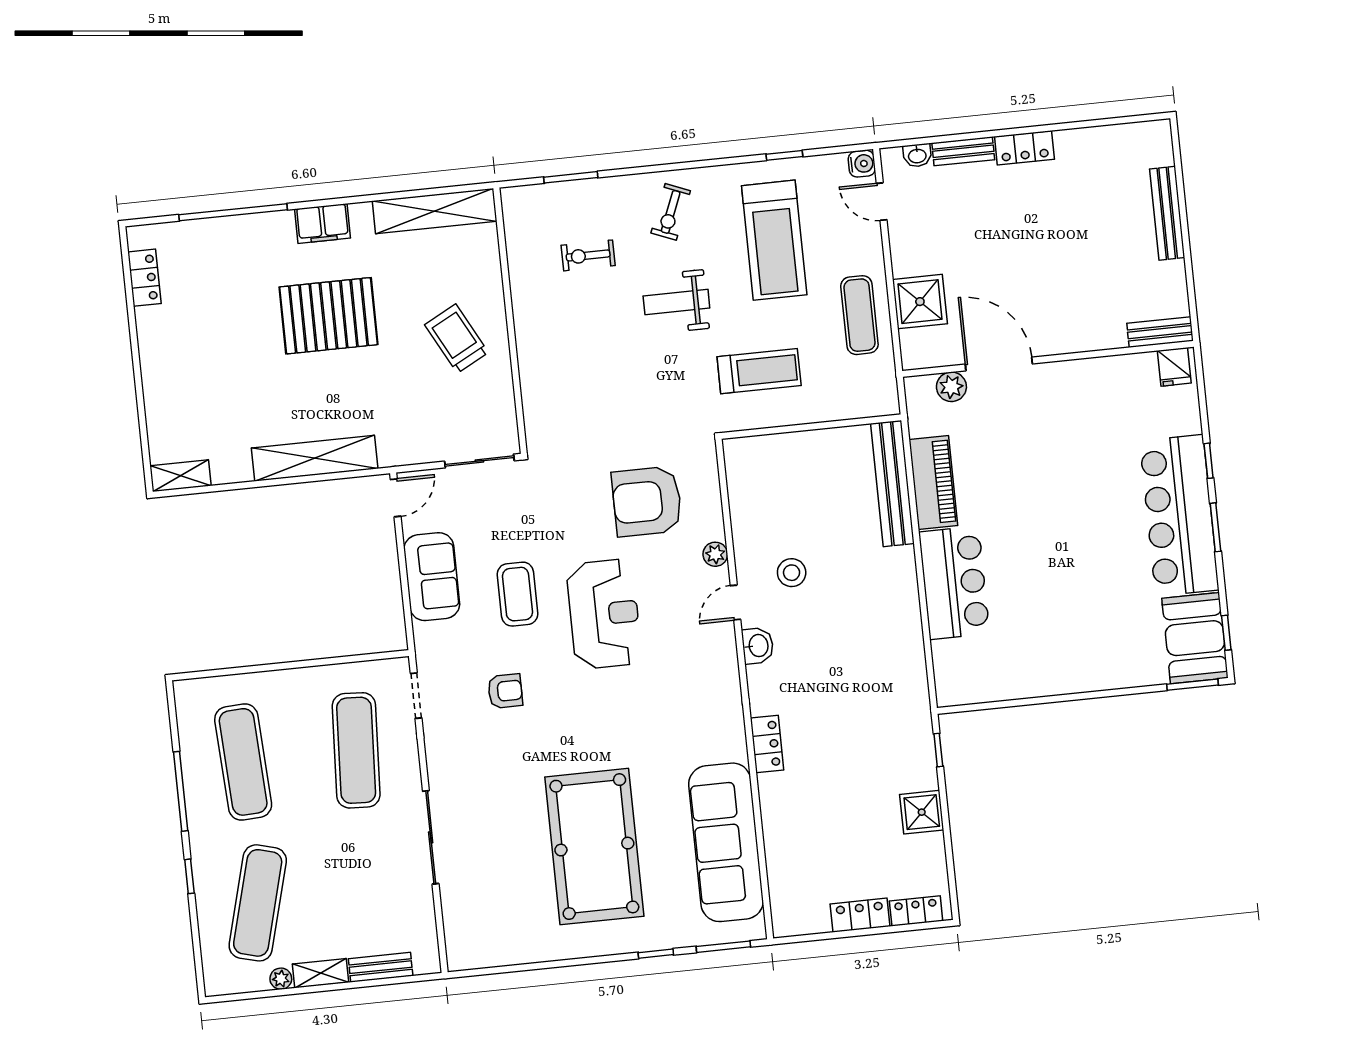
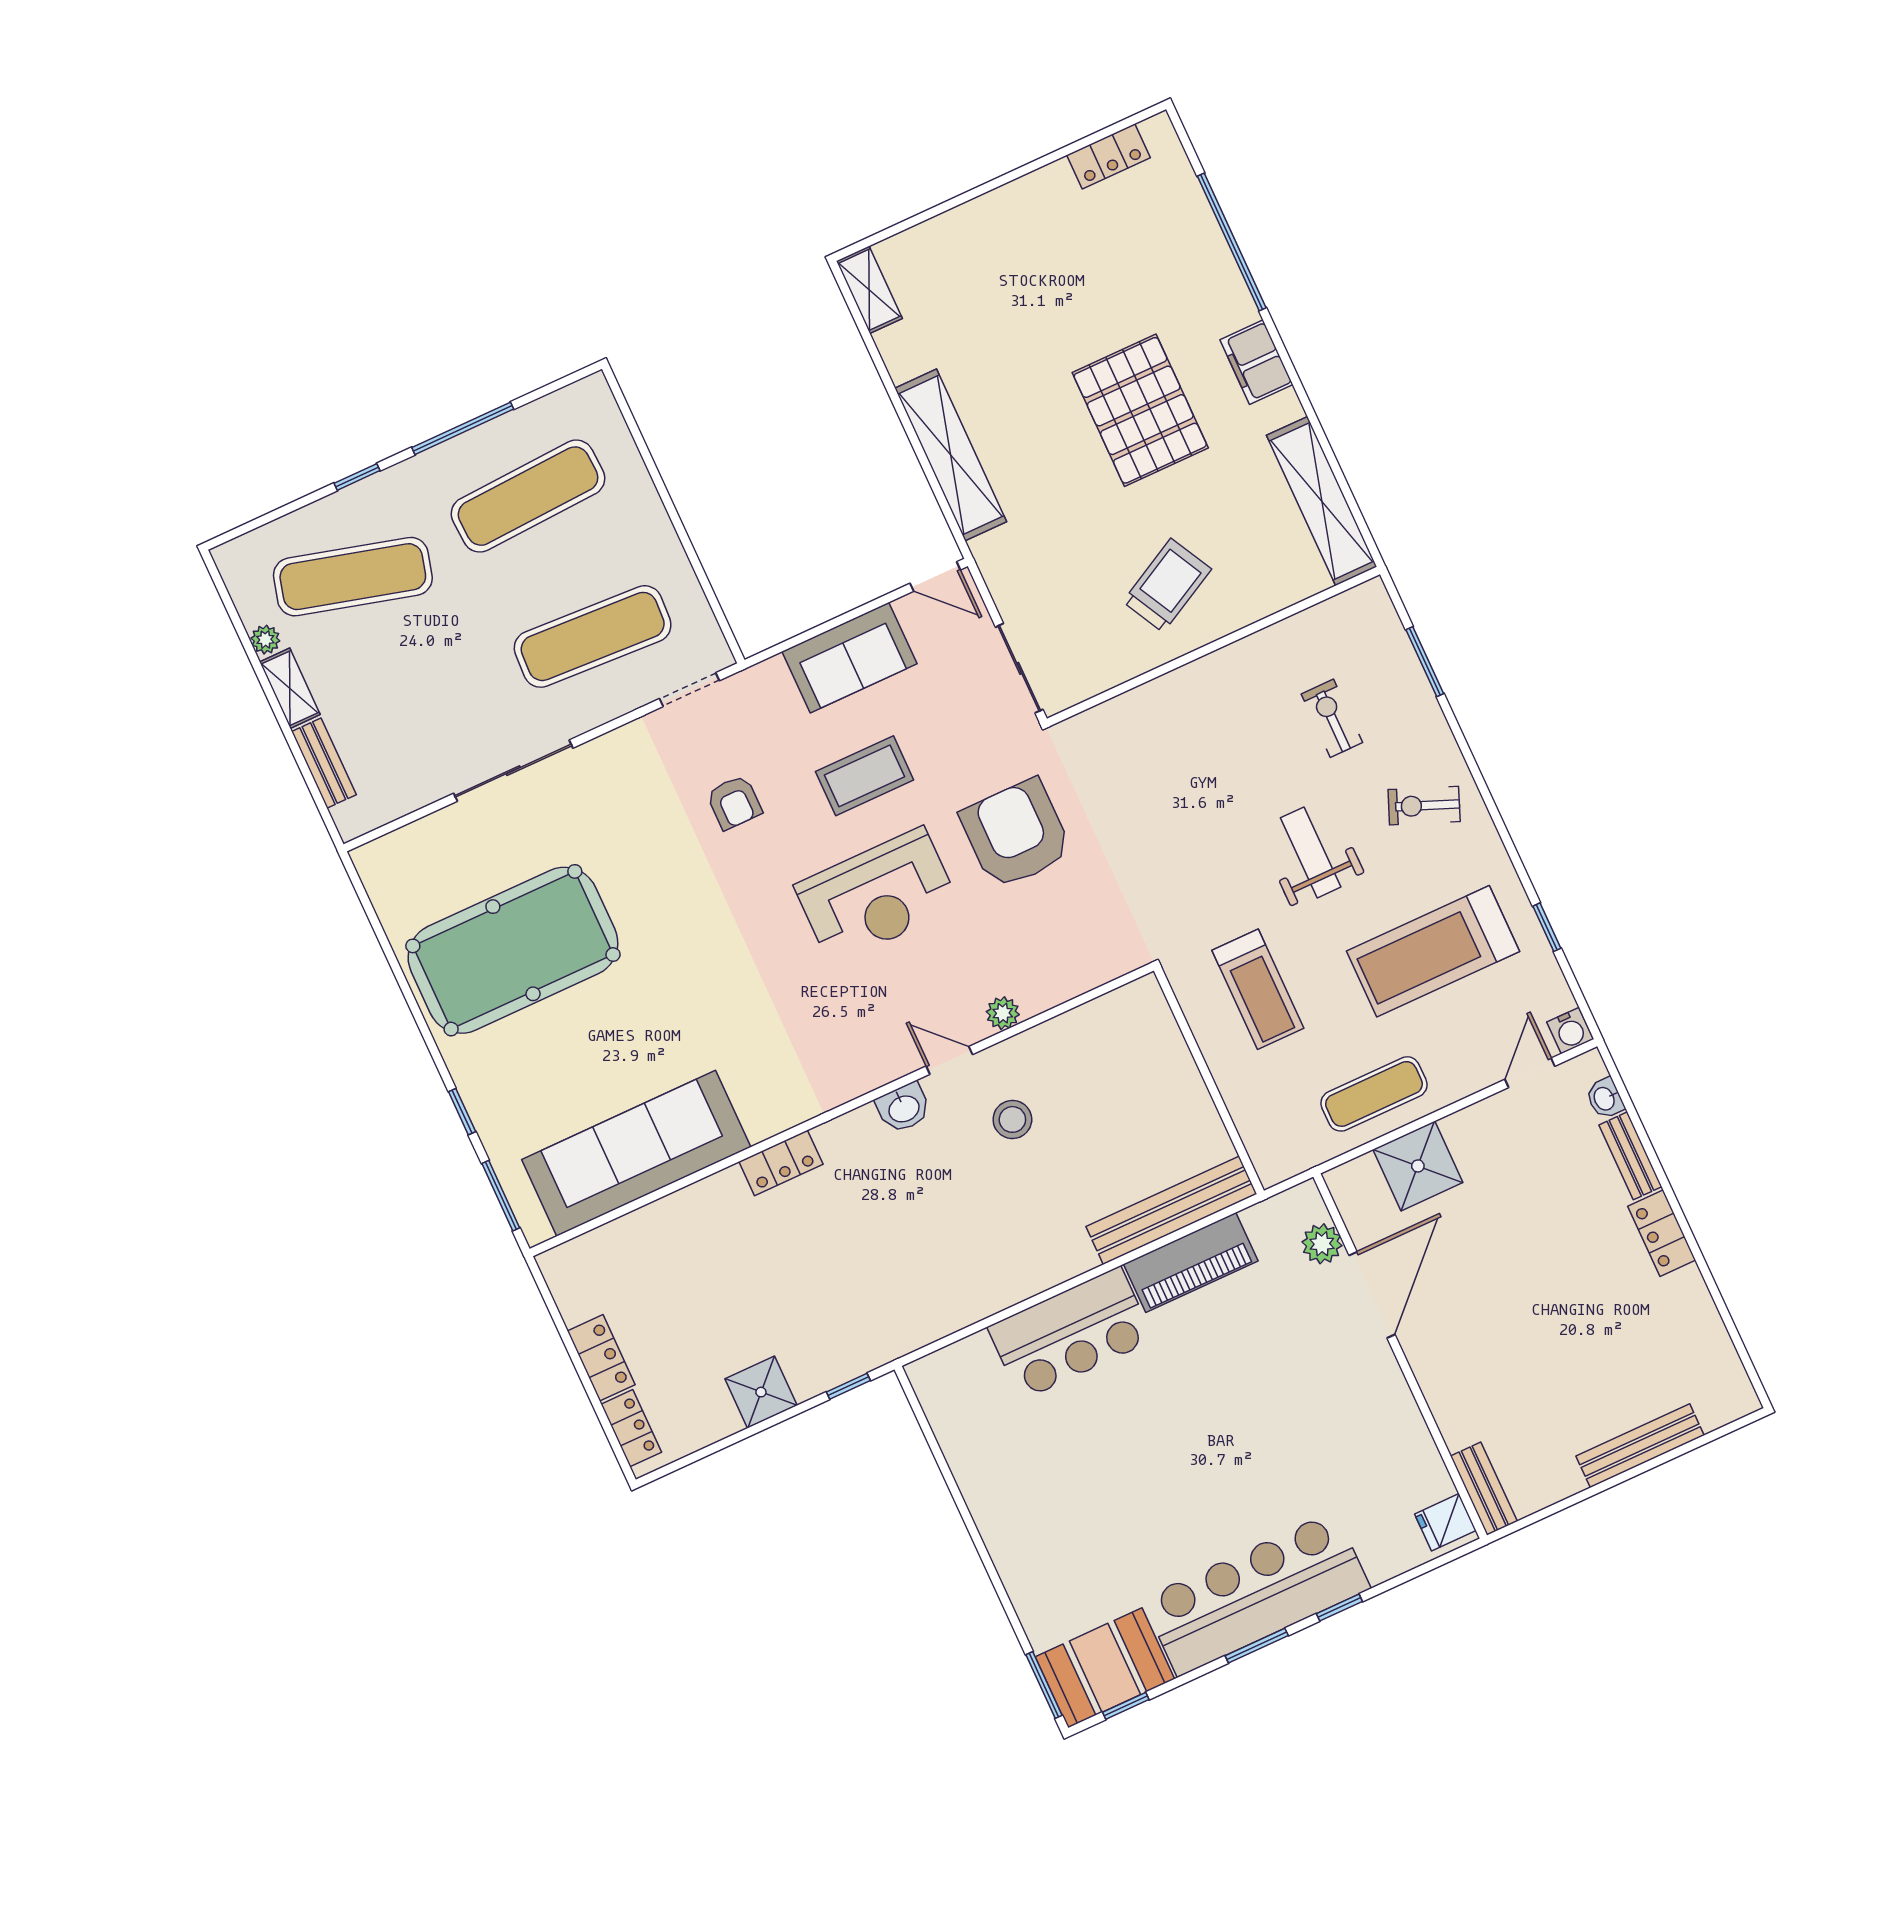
armchair: (647, 501) -> (1016, 834), moved
pool table: (594, 847) -> (513, 950), moved

